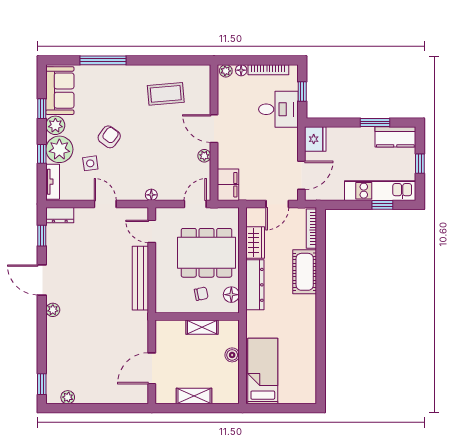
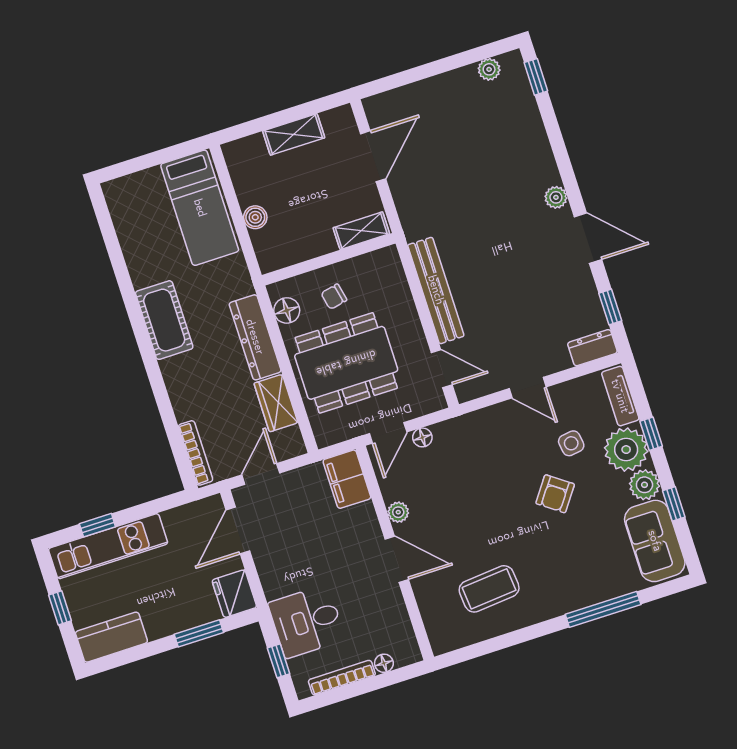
plant: (226, 71) -> (407, 655), removed
window: (375, 123) -> (199, 633), moved
floor lamp: (151, 195) -> (422, 437), moved
cot: (305, 272) -> (164, 320), moved
shelving: (202, 327) -> (361, 231), moved

